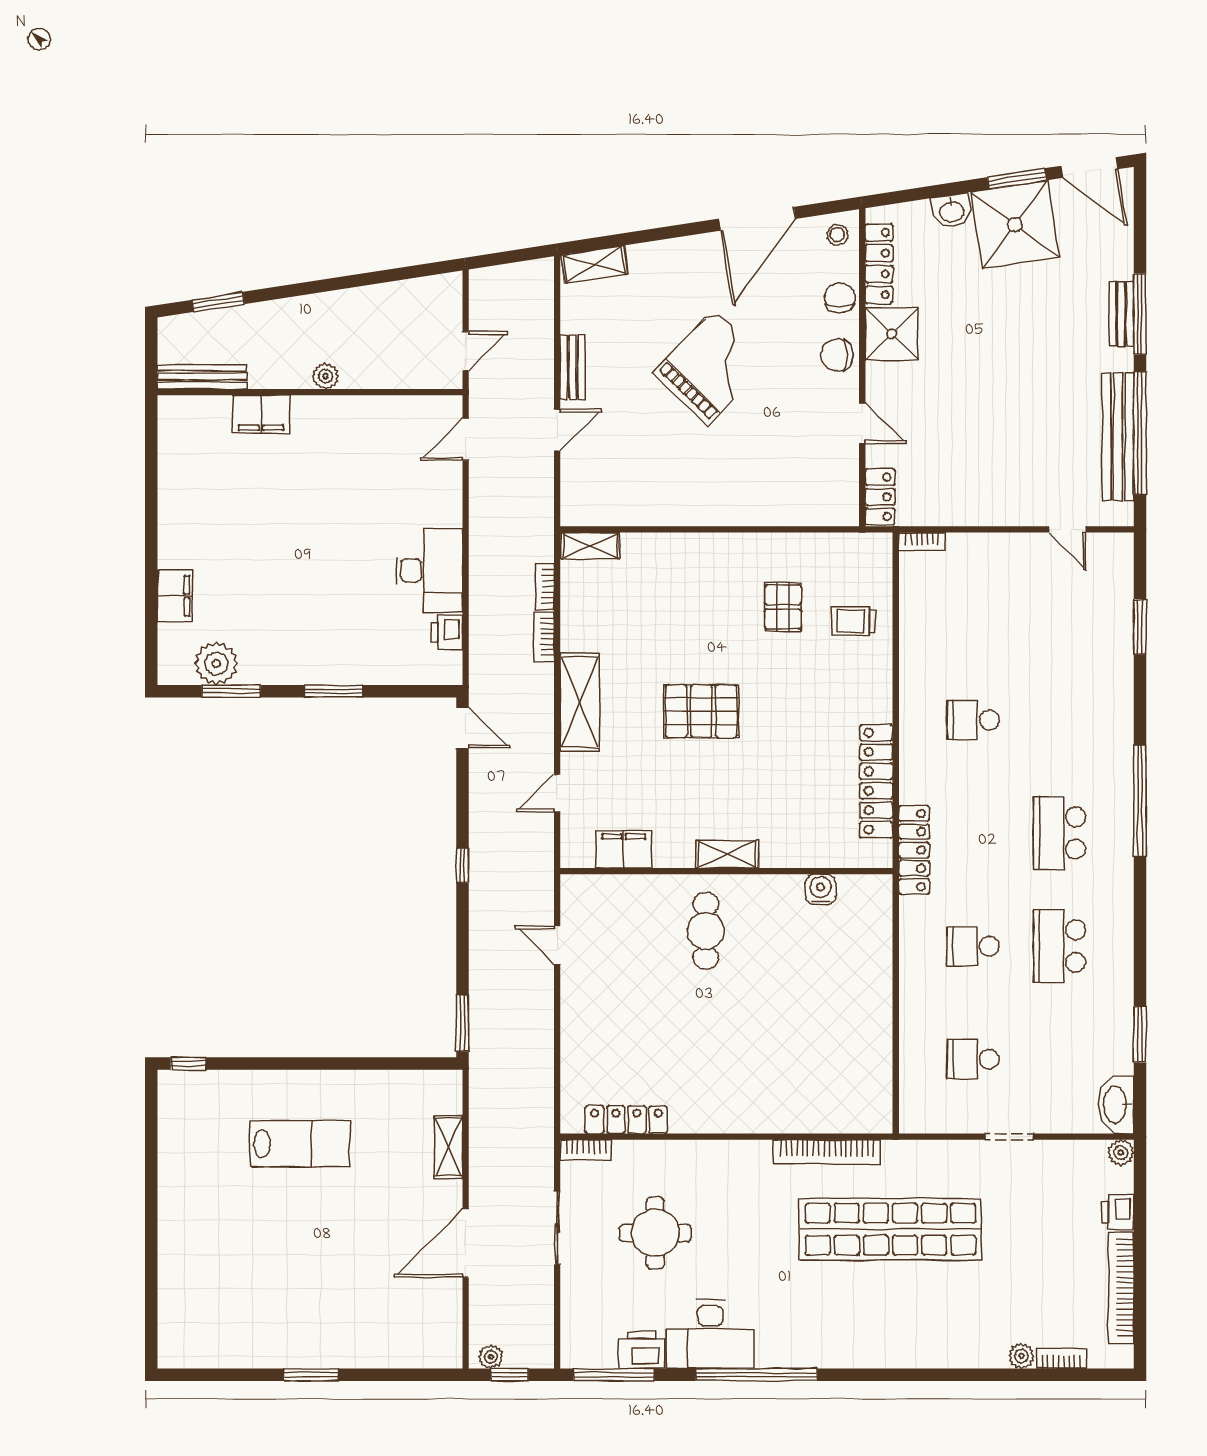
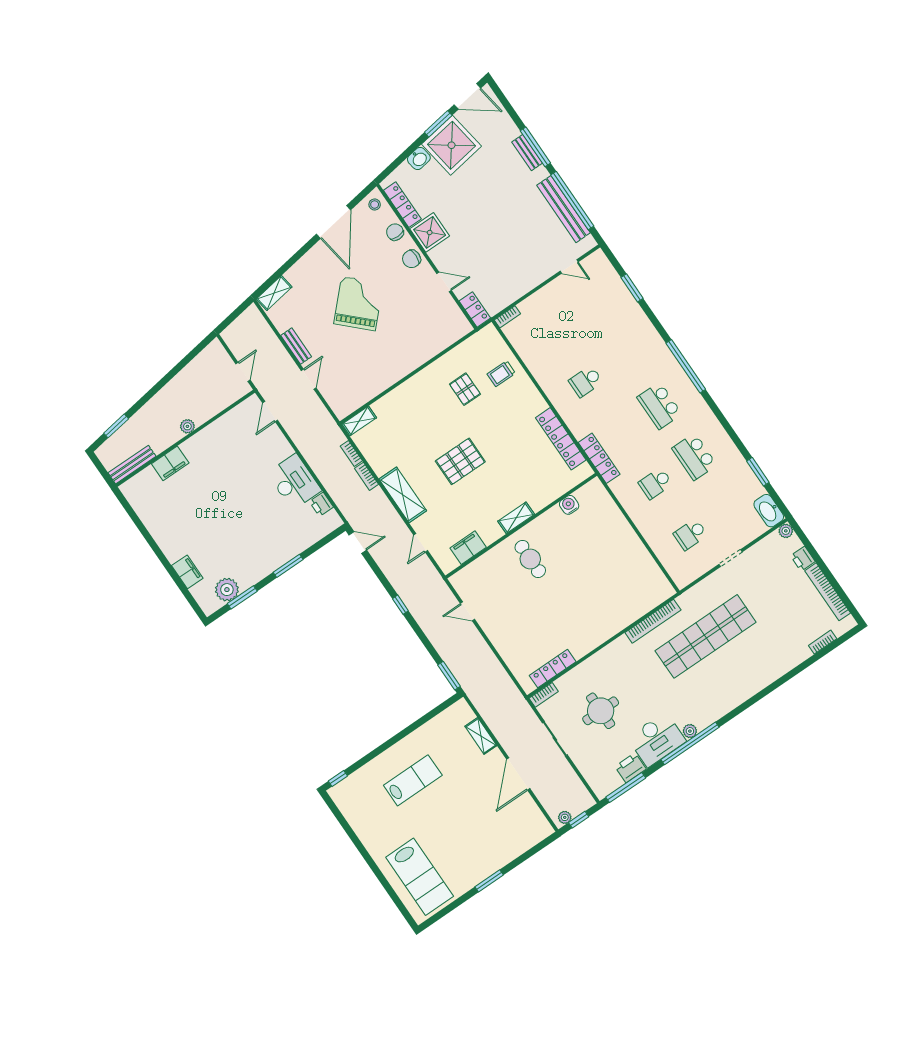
lab bench: (210, 1296) -> (420, 877), added
plant: (1021, 1356) -> (690, 731), moved

